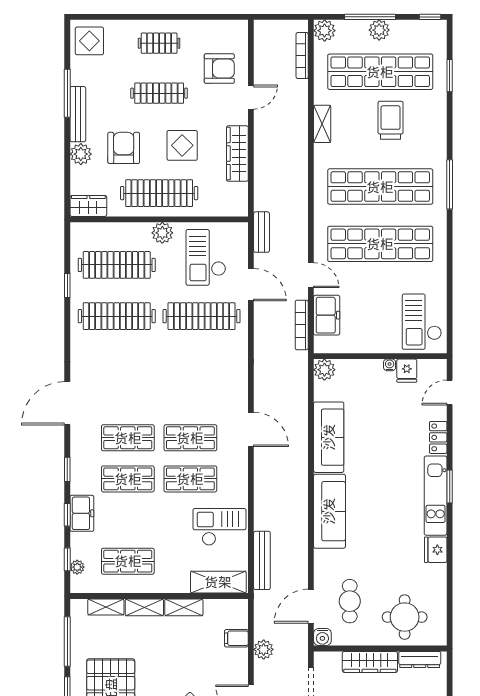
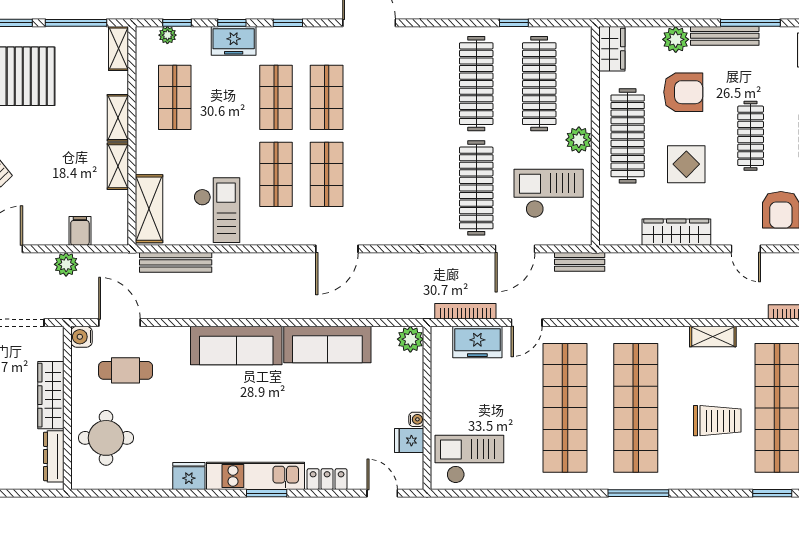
shelving: (106, 607) -> (118, 48), moved

